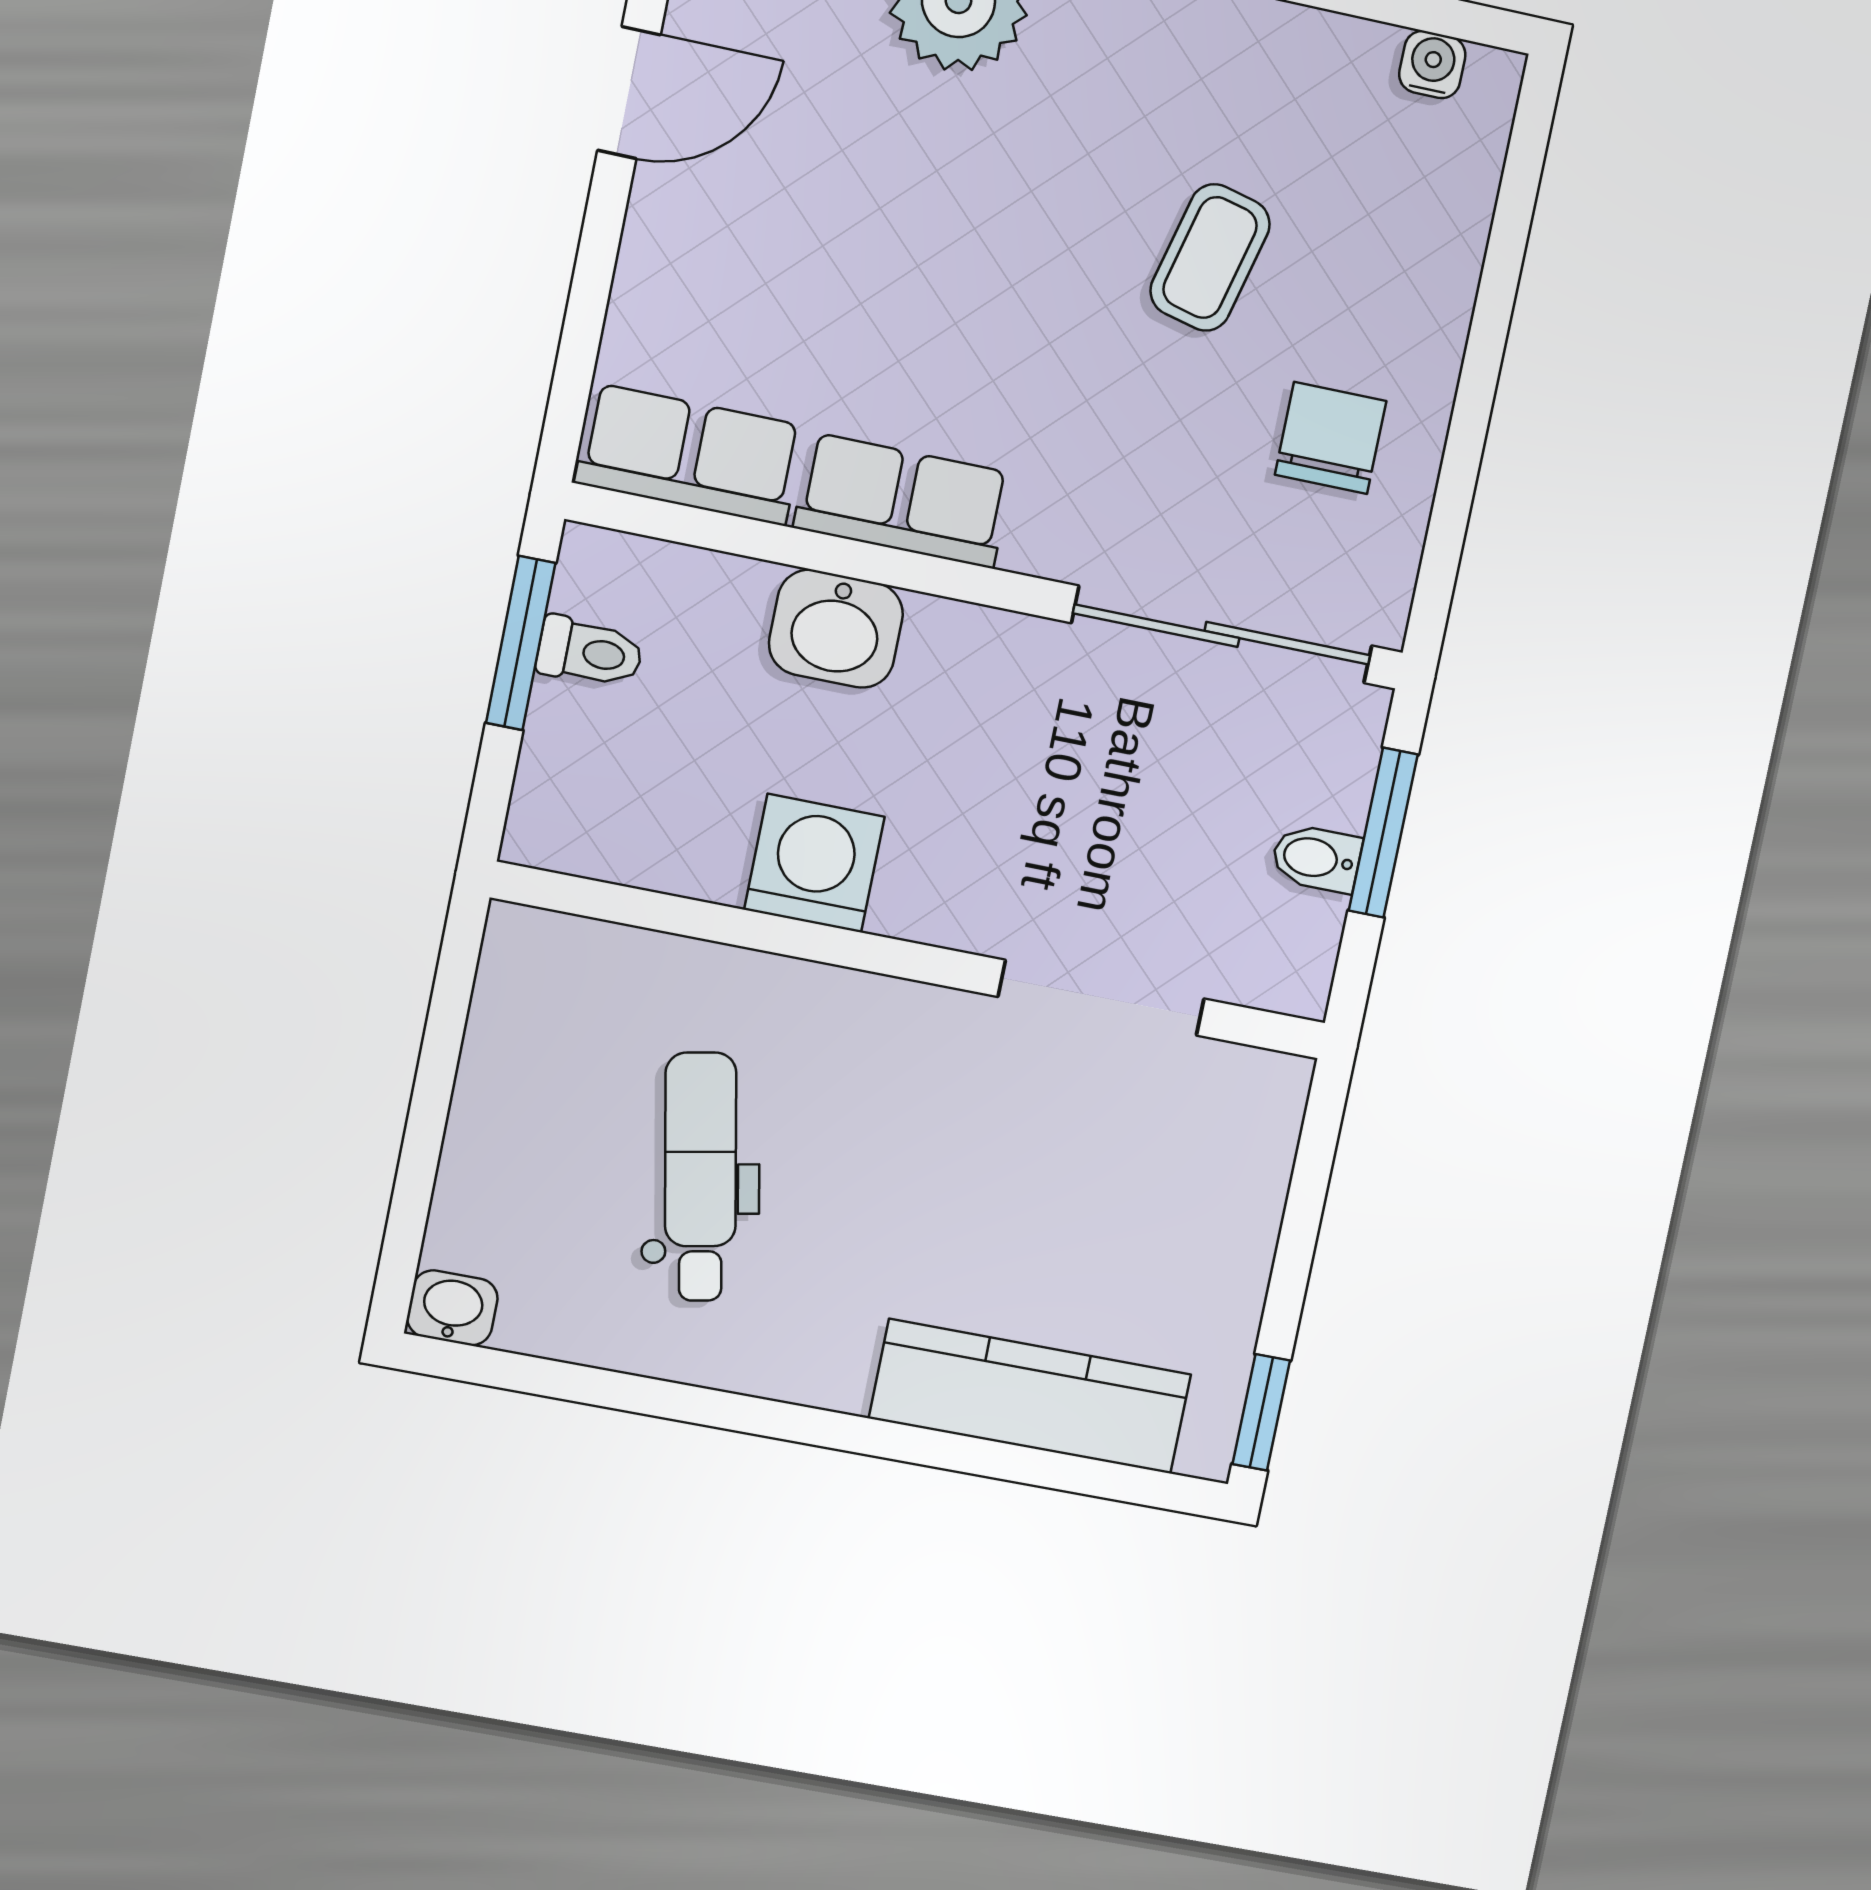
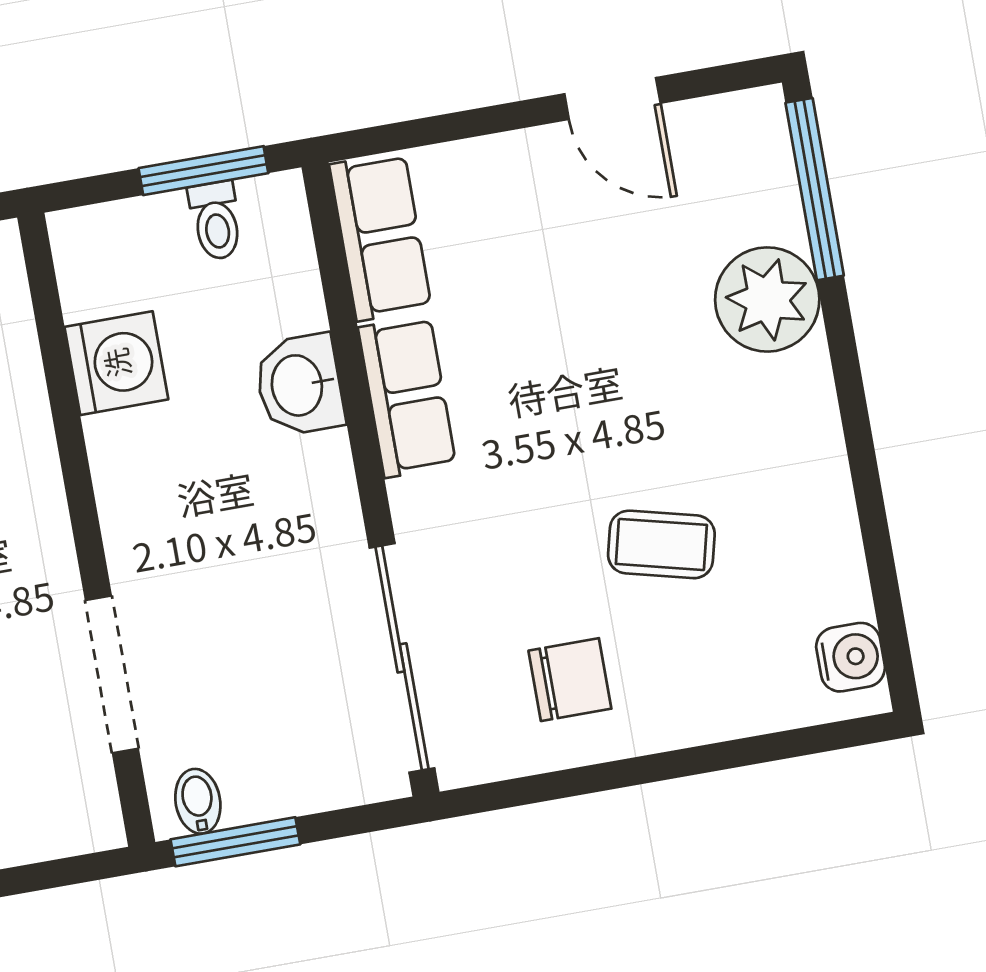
water cooler: (1432, 64) -> (851, 657), width x1.38, depth x1.38
window: (1383, 833) -> (235, 842), moved
bidet: (1316, 858) -> (198, 801), moved
washing machine: (814, 863) -> (116, 363), moved

